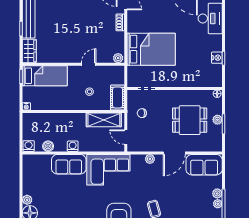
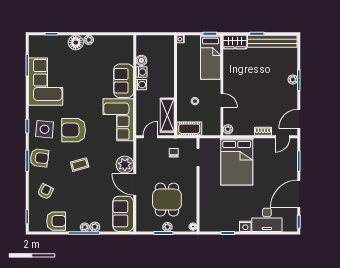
nightstand: (217, 58) -> (245, 226), moved
washing machine: (29, 146) -> (142, 72), moved
plant: (150, 159) -> (125, 165), width x1.88, depth x1.88

